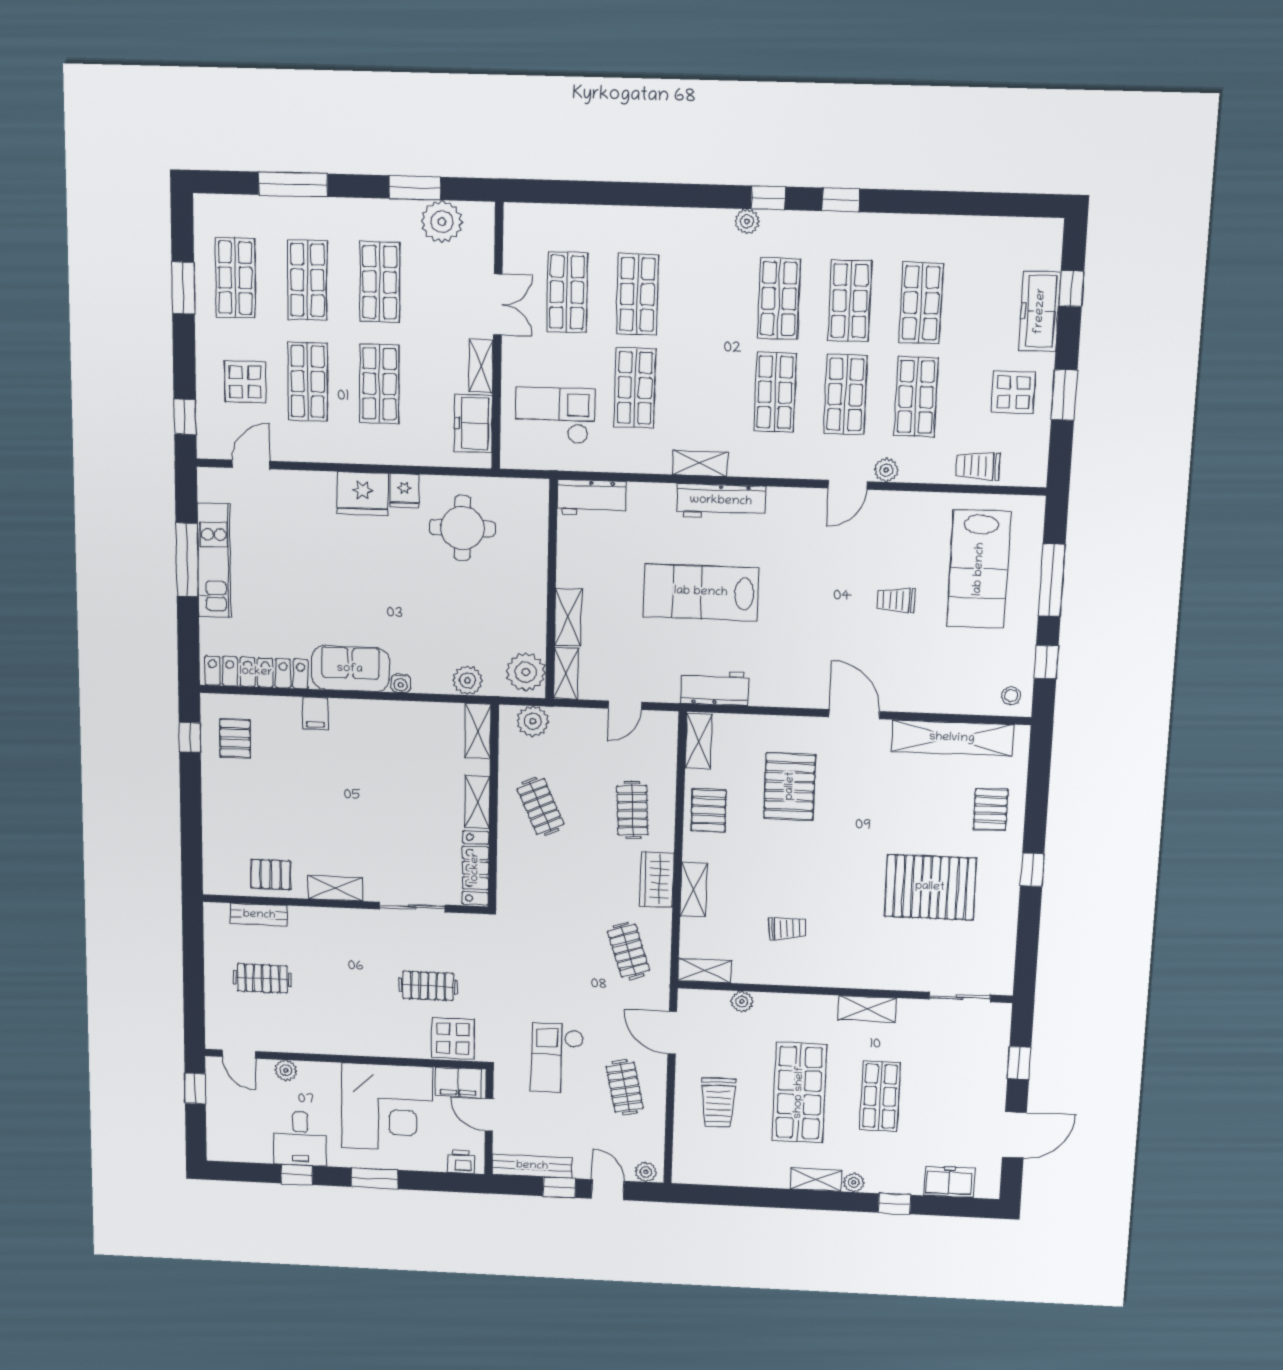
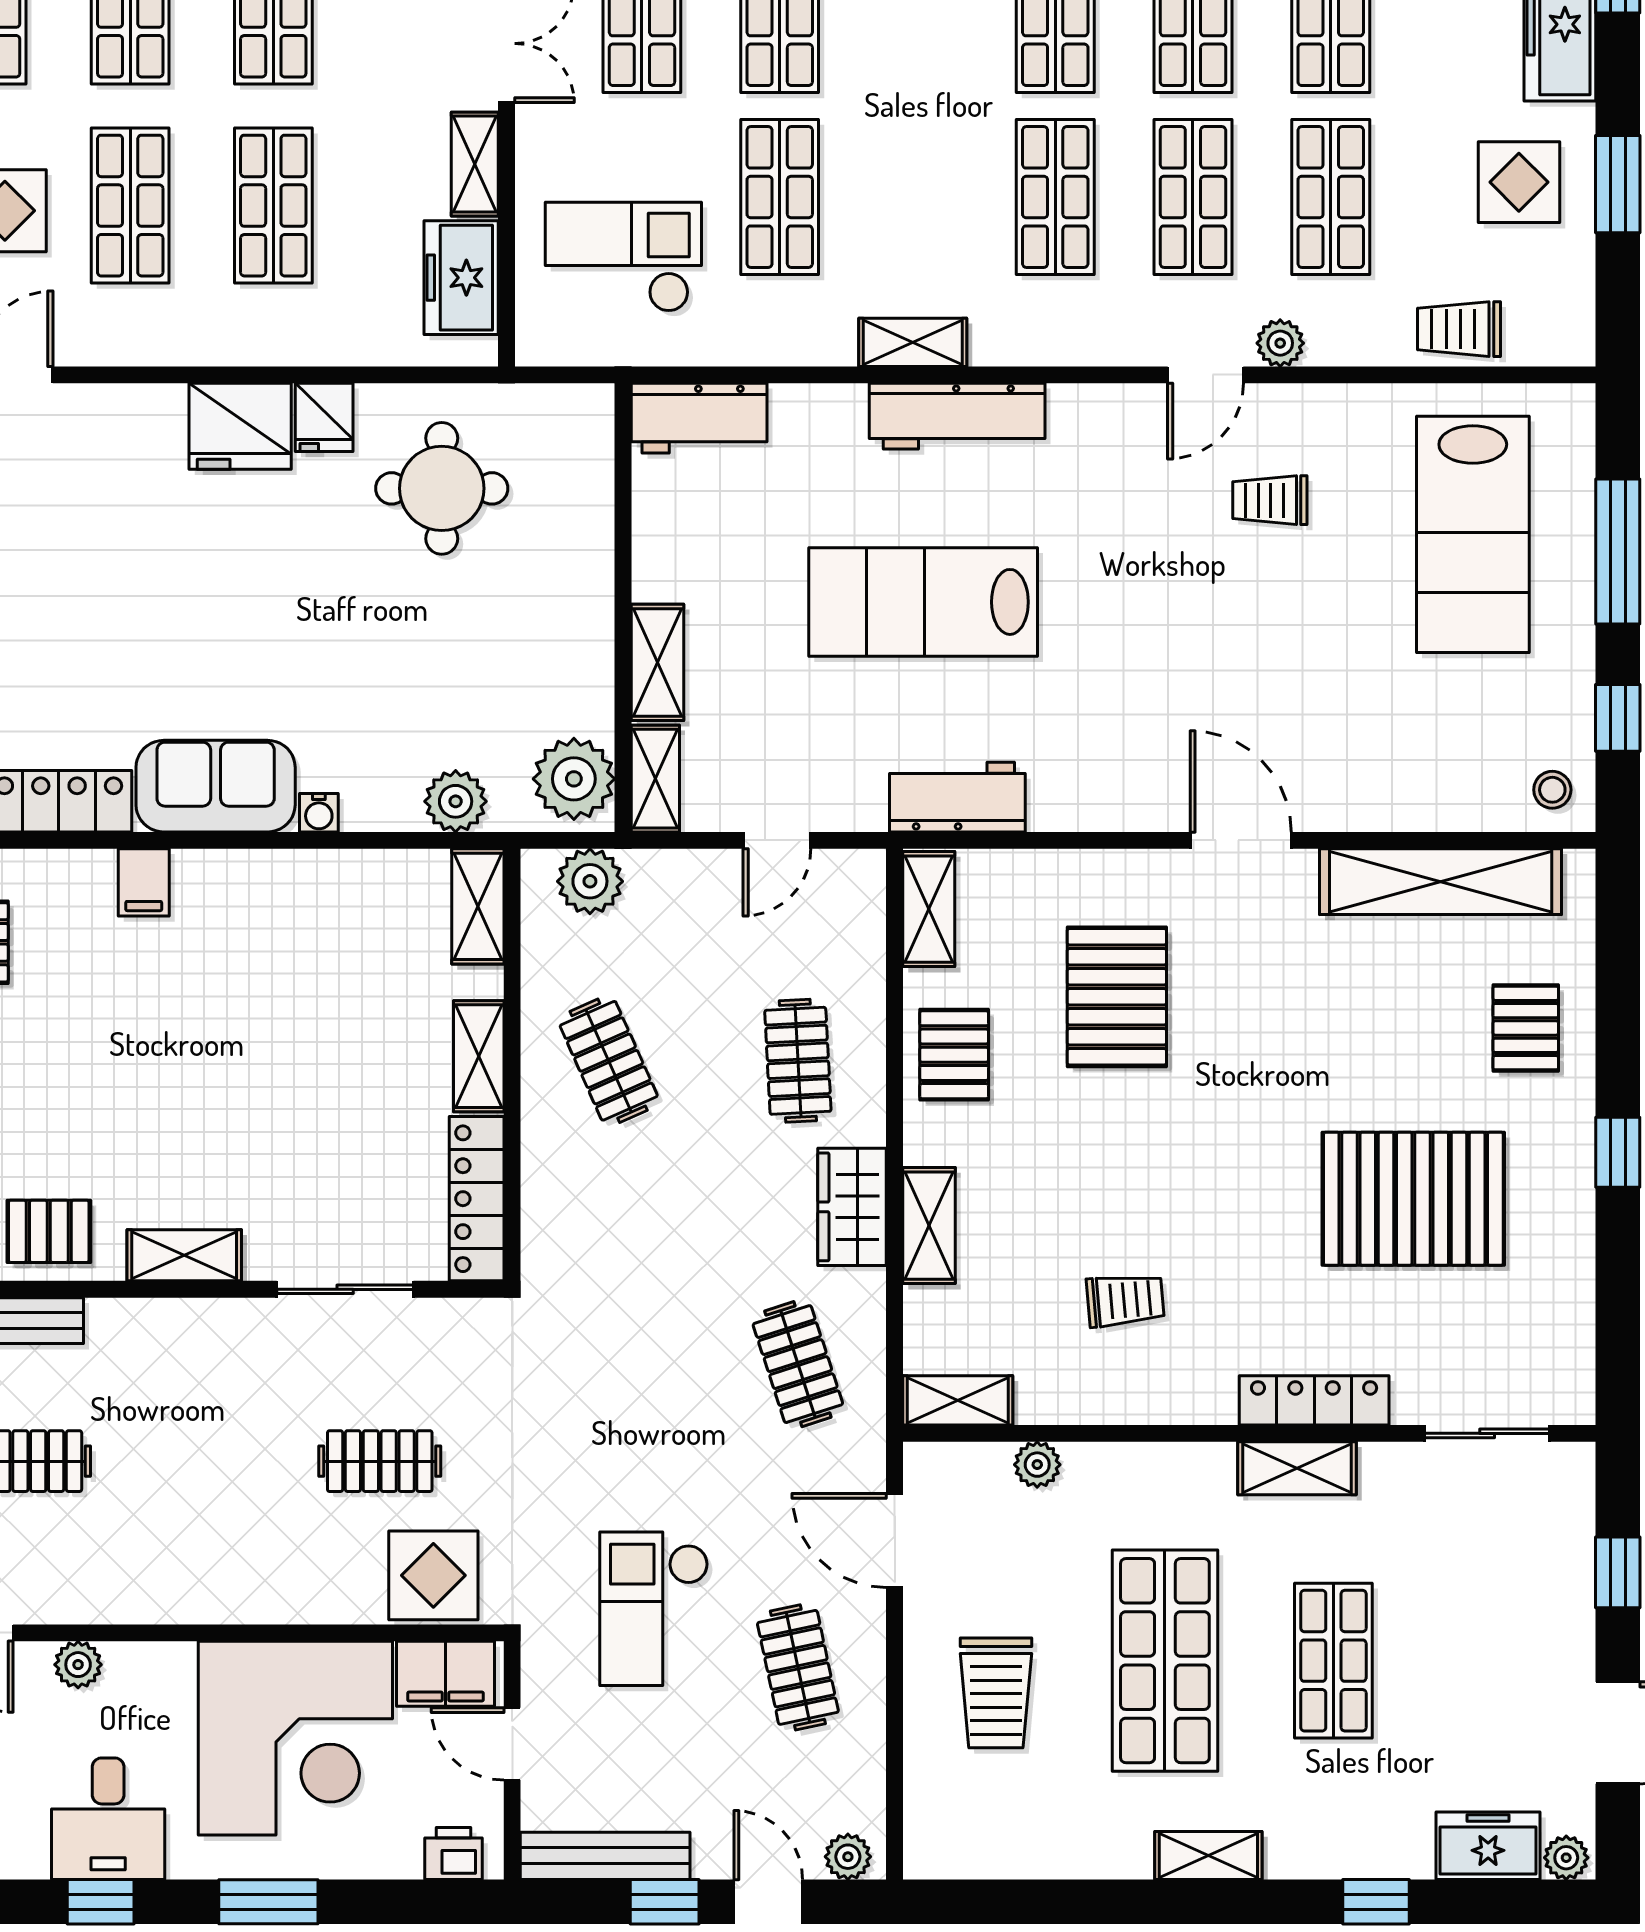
trolley: (896, 600) -> (1270, 500), moved
locker: (877, 978) -> (1314, 1400), added
plant: (854, 1182) -> (1566, 1858), moved

